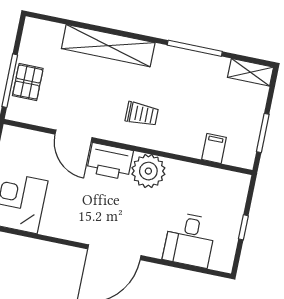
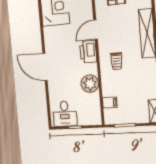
plant: (148, 171) -> (90, 84), moved
desk: (189, 240) -> (65, 114), moved, turned -90

